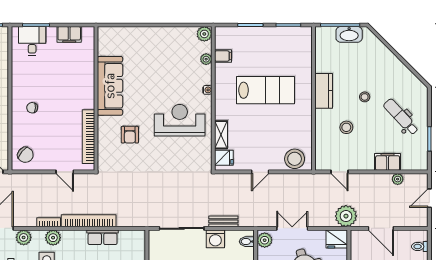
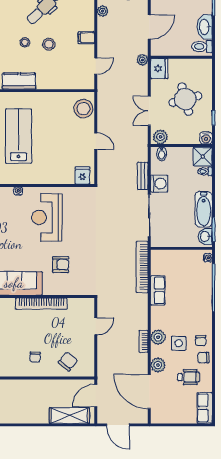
stool: (346, 127) -> (49, 44), moved
shelving: (221, 135) -> (61, 178), removed
bookcase: (88, 137) -> (41, 304), moved
chair: (25, 155) -> (68, 361), moved
filing cabinet: (388, 162) -> (86, 38), moved, width x0.50
plant: (346, 216) -> (142, 60), width x0.53, depth x0.53
bookcase: (89, 221) -> (142, 267), moved

